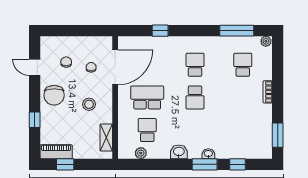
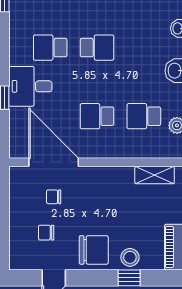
desk: (168, 51) -> (30, 86), added
school desk: (147, 97) -> (97, 116), width x0.54
stool: (89, 104) -> (130, 257), moved

